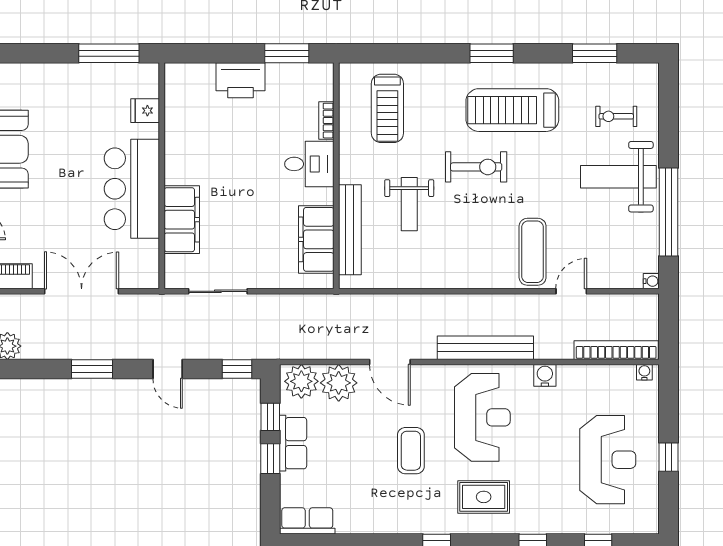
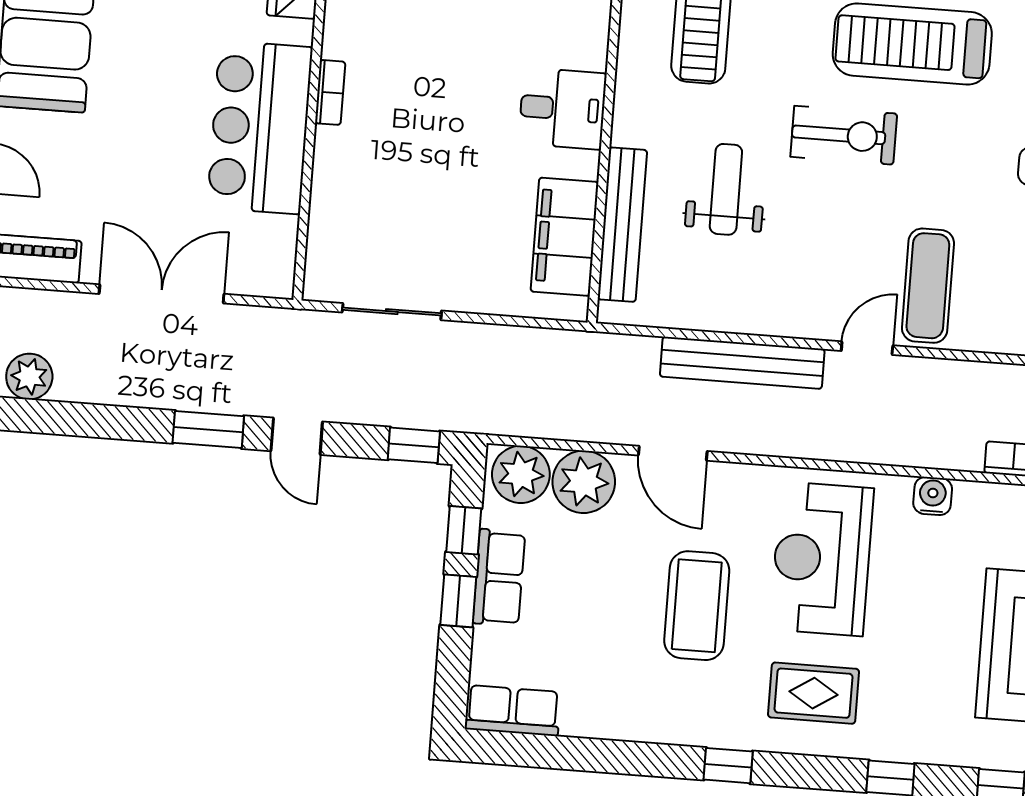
bookcase: (326, 121) -> (330, 92), moved, turned 180
weight bench: (409, 204) -> (726, 189), turned 180
filing cabinet: (182, 220) -> (340, 186), removed
door: (571, 291) -> (867, 348), moved
bench: (485, 348) -> (742, 363), moved
window: (92, 369) -> (208, 429), moved
reception desk: (482, 417) -> (822, 559), turned 180
coffee table: (411, 451) -> (697, 606), width x1.36, depth x1.32

